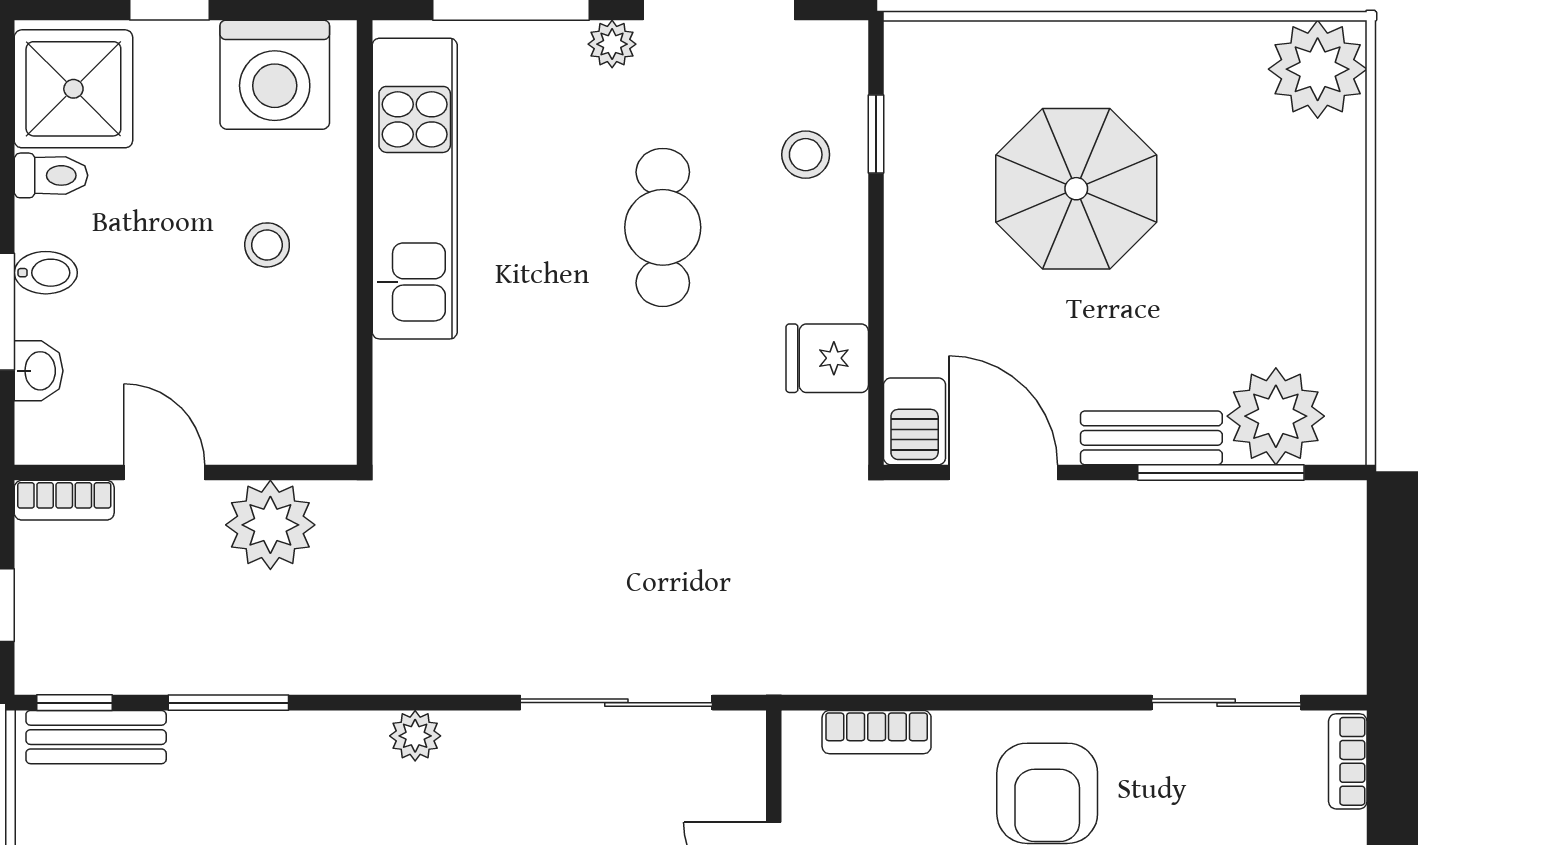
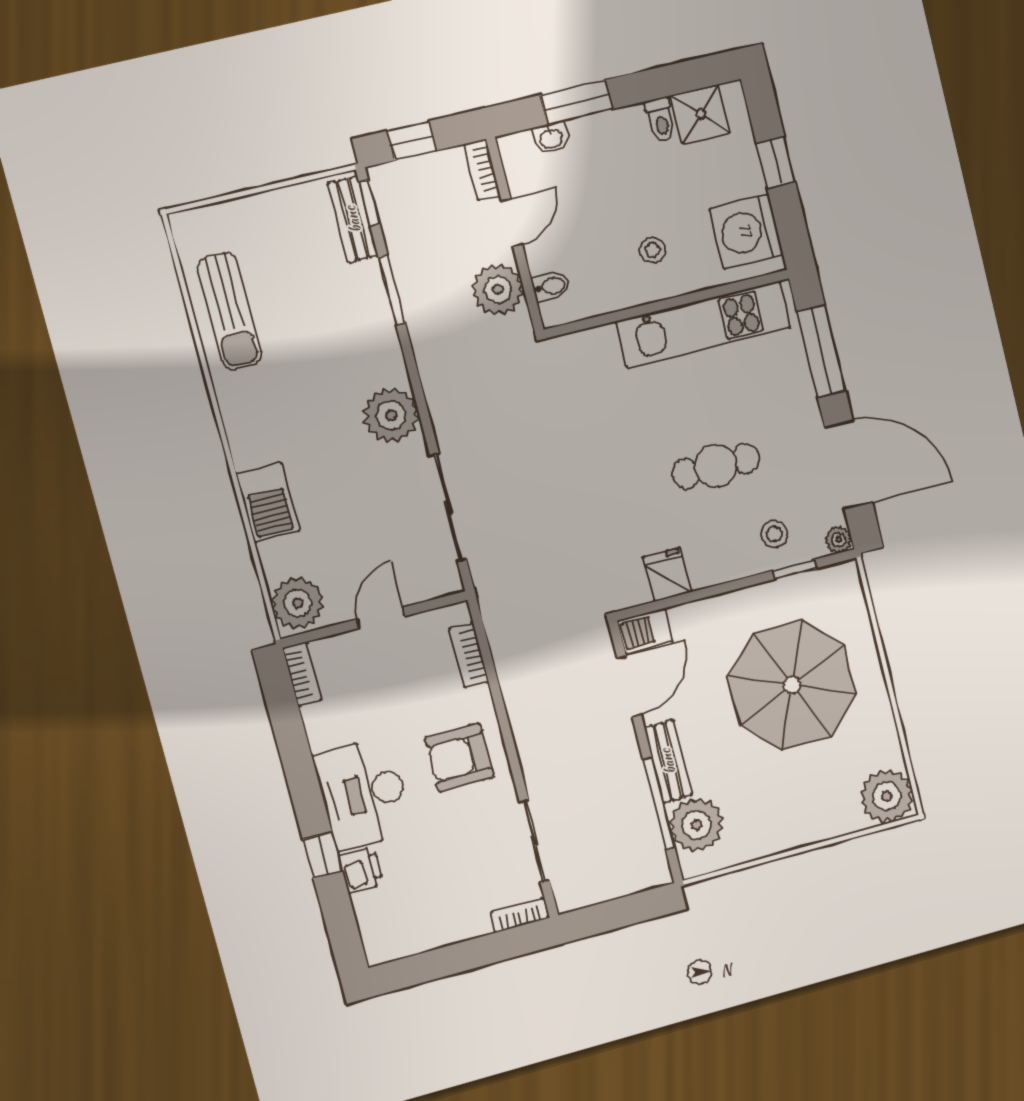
plant: (612, 44) -> (839, 540), moved
shower: (73, 89) -> (701, 114), width x0.73, depth x0.73
parasol: (1076, 189) -> (792, 685), width x1.36, depth x1.36
bidet: (46, 273) -> (551, 286), moved, turned -90
plant: (415, 736) -> (391, 415), width x1.88, depth x1.88

